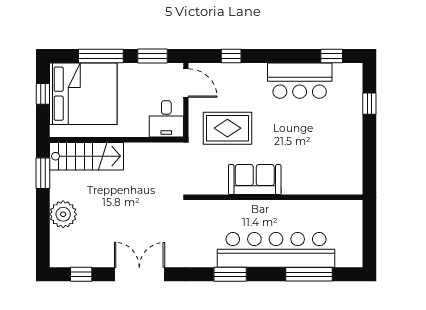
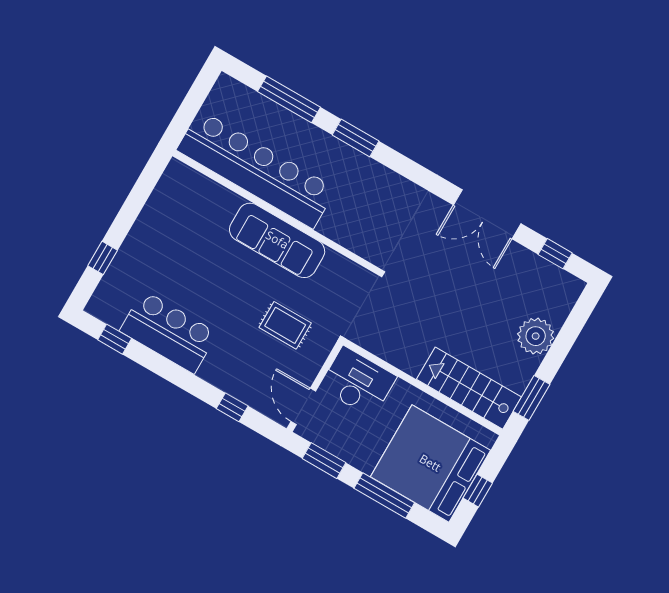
desk: (166, 119) -> (358, 382), width x1.37
rug: (227, 128) -> (285, 325), width x0.73, depth x0.70
sofa: (255, 180) -> (277, 240), width x1.36
bar counter: (276, 250) -> (256, 169), moved, turned 180
window: (230, 274) -> (356, 138), moved

